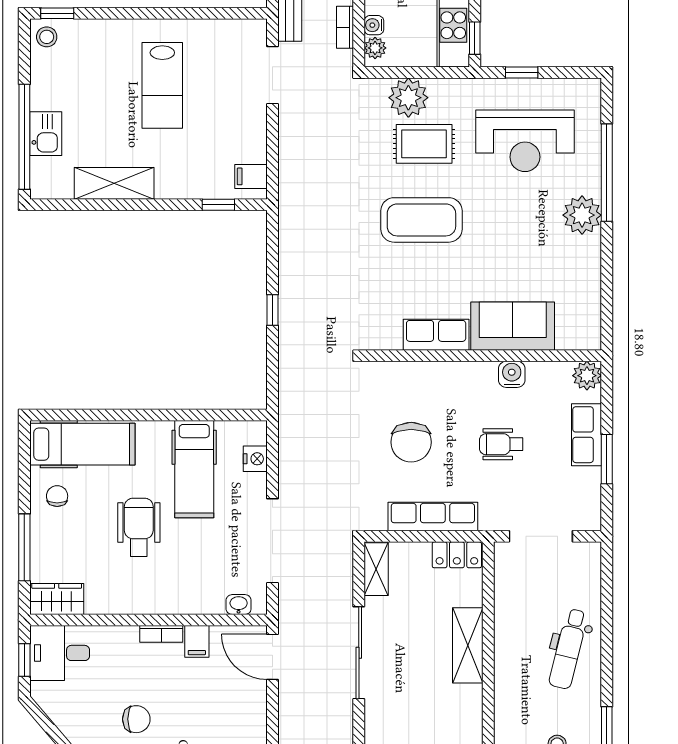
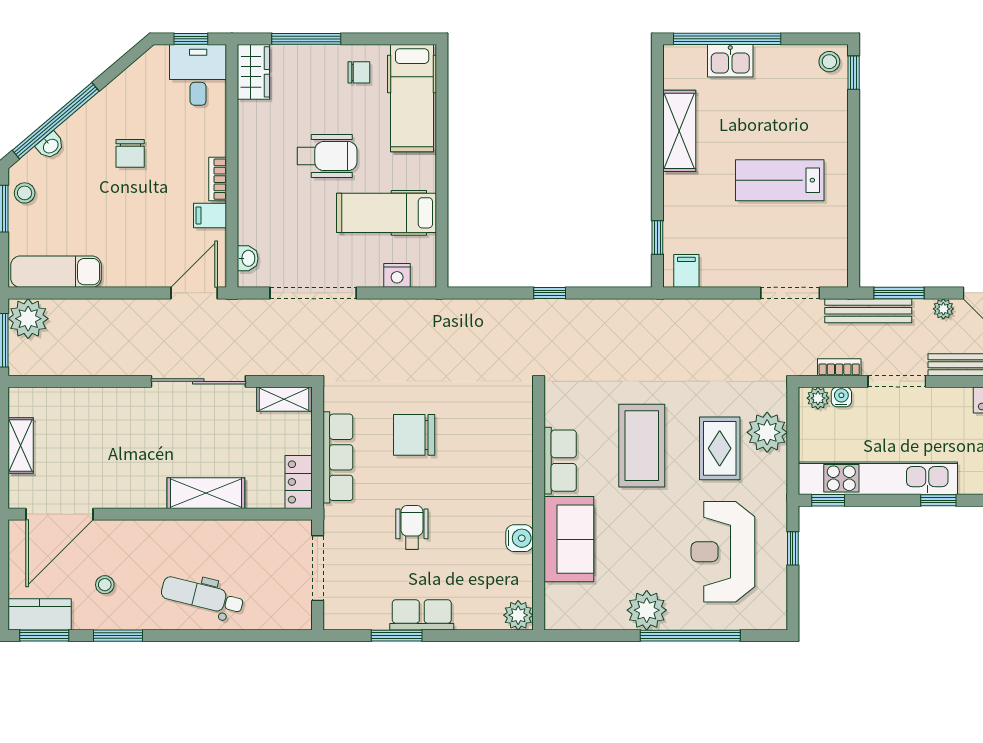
sofa: (513, 326) -> (569, 539), moved
row of seats: (436, 335) -> (560, 461), moved
wall: (483, 356) -> (539, 509), moved
water cooler: (512, 374) -> (520, 538), moved
plant: (587, 376) -> (518, 615), moved

